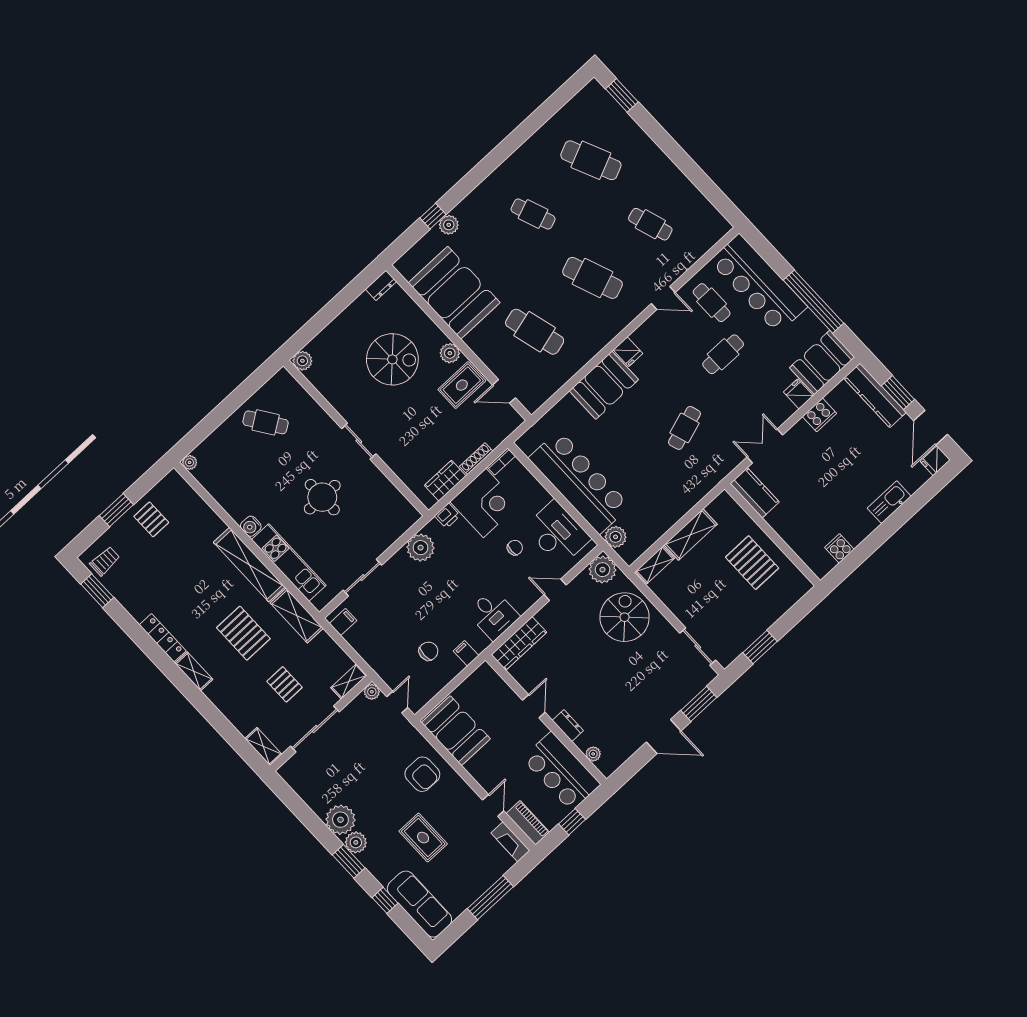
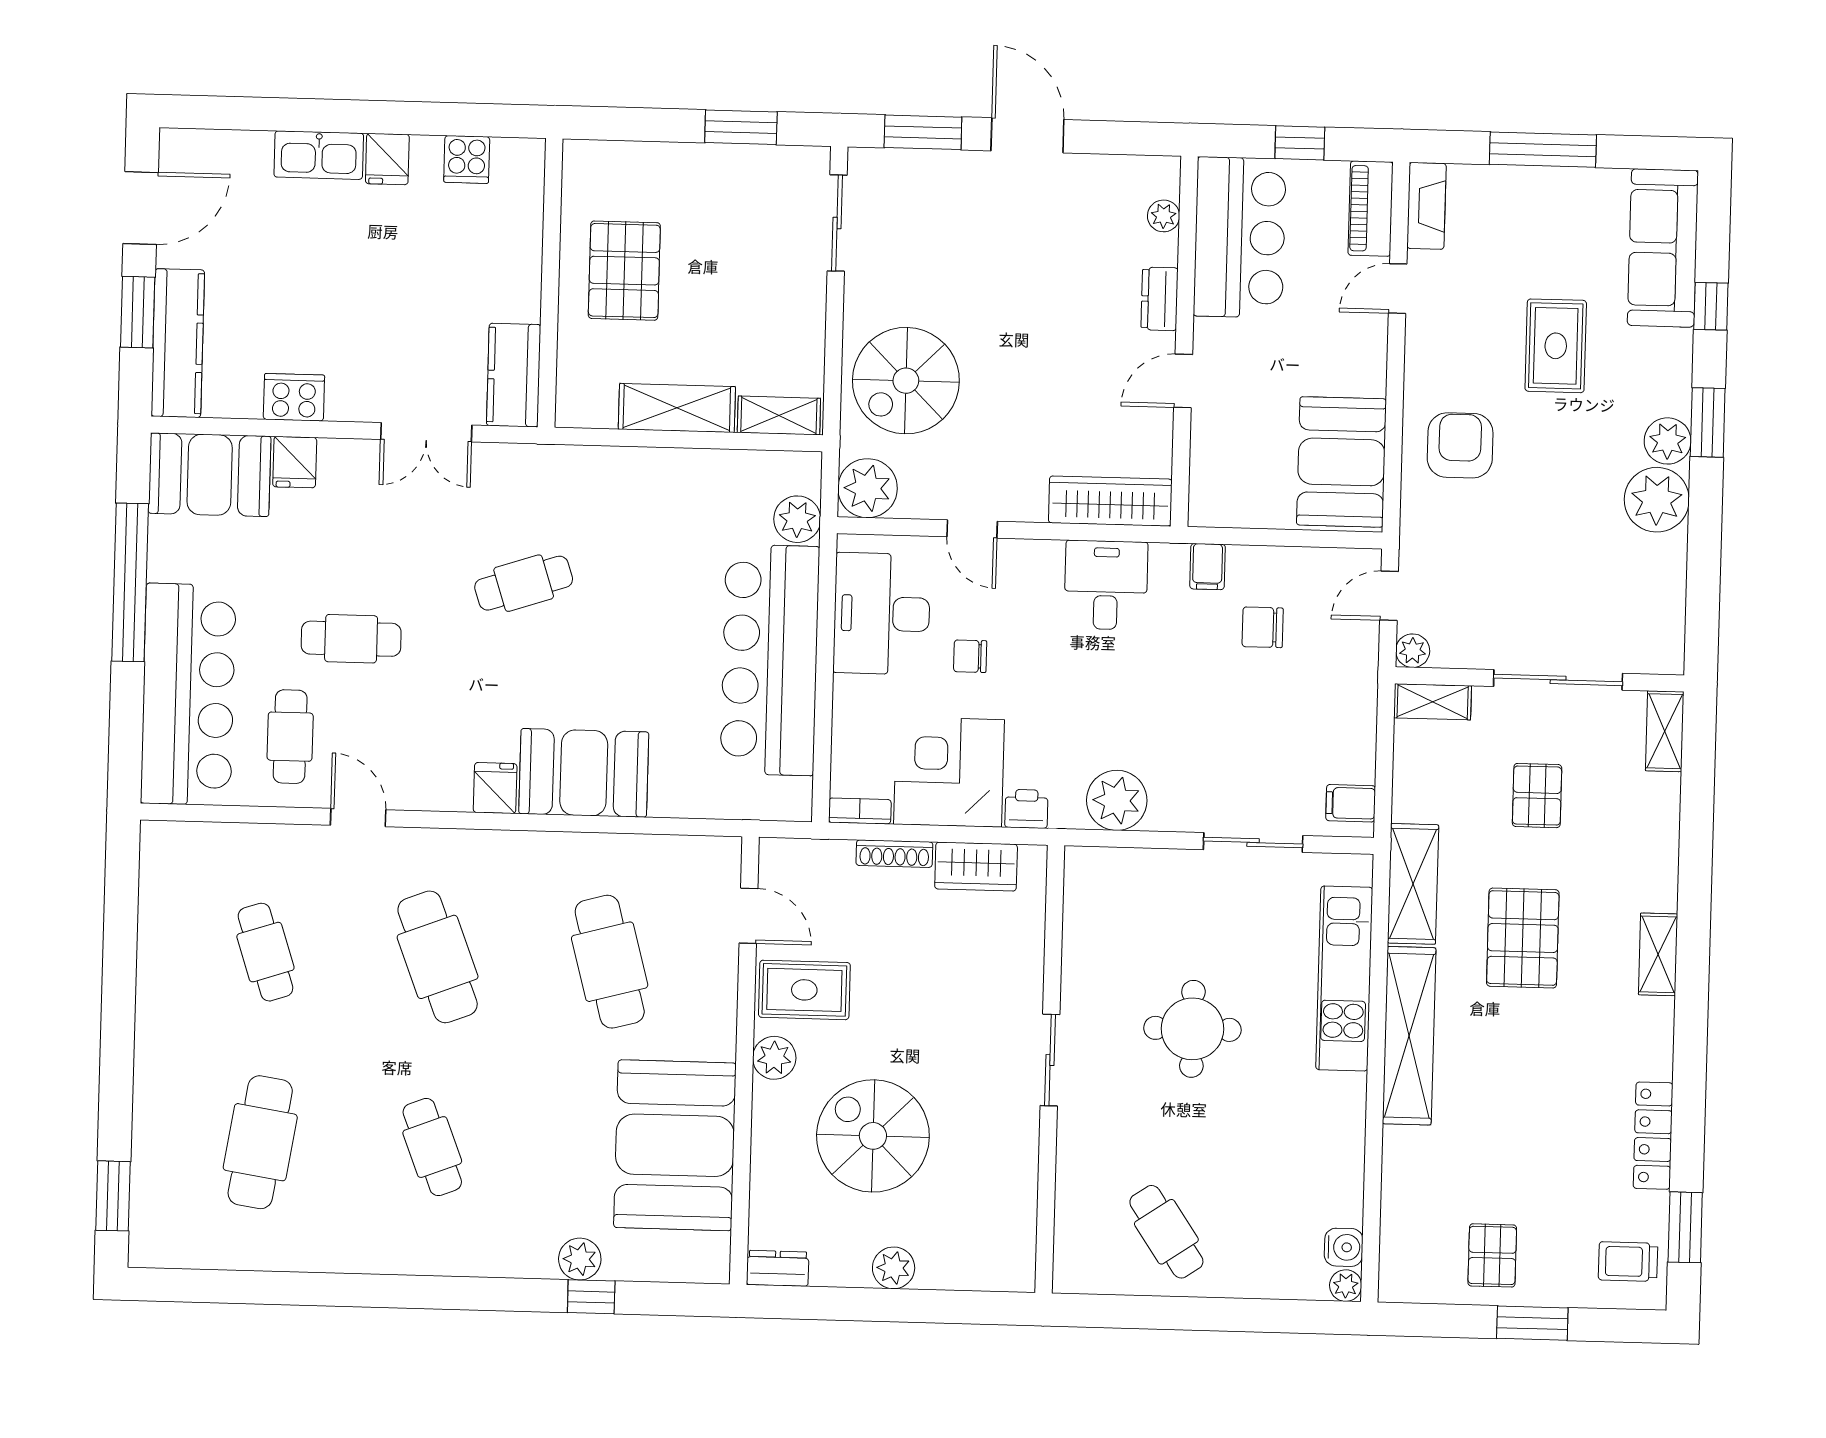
cafe table: (591, 160) -> (260, 1142), turned 33
plant: (302, 361) -> (894, 1268), moved
fridge: (935, 461) -> (387, 159), moved, turned 90
water cooler: (251, 526) -> (1344, 1247), moved
locker: (163, 638) -> (1653, 1136), moved

